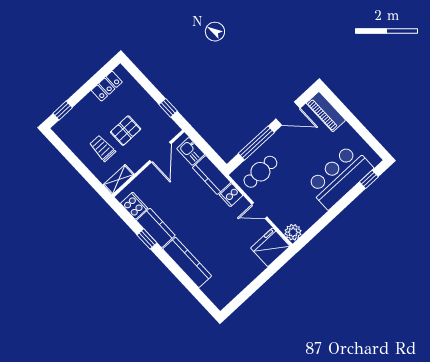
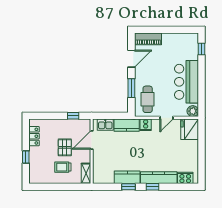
window: (63, 110) -> (26, 157), moved
window: (256, 143) -> (131, 88), width x0.69
door: (160, 152) -> (92, 140), swing flipped
bar counter: (339, 177) -> (187, 82), moved
cooker: (134, 206) -> (185, 178), moved
window: (171, 265) -> (153, 187), added

